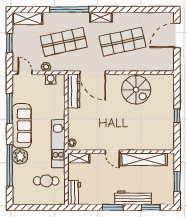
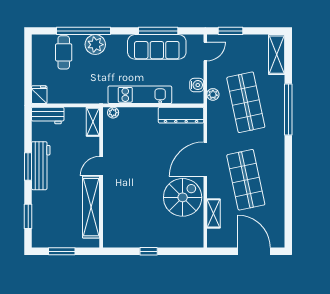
shelving: (101, 17) -> (214, 213), moved
window: (9, 43) -> (231, 31), moved
plant: (46, 67) -> (213, 94), moved
door: (93, 73) -> (205, 159), moved
spiral stairs: (136, 90) -> (183, 197), turned 180
sofa: (22, 126) -> (157, 47), moved
kitchen unit: (58, 144) -> (140, 95), moved
cafe table: (46, 181) -> (64, 52), moved
workbench: (133, 198) -> (41, 166), moved
fridge: (58, 199) -> (39, 95), added

